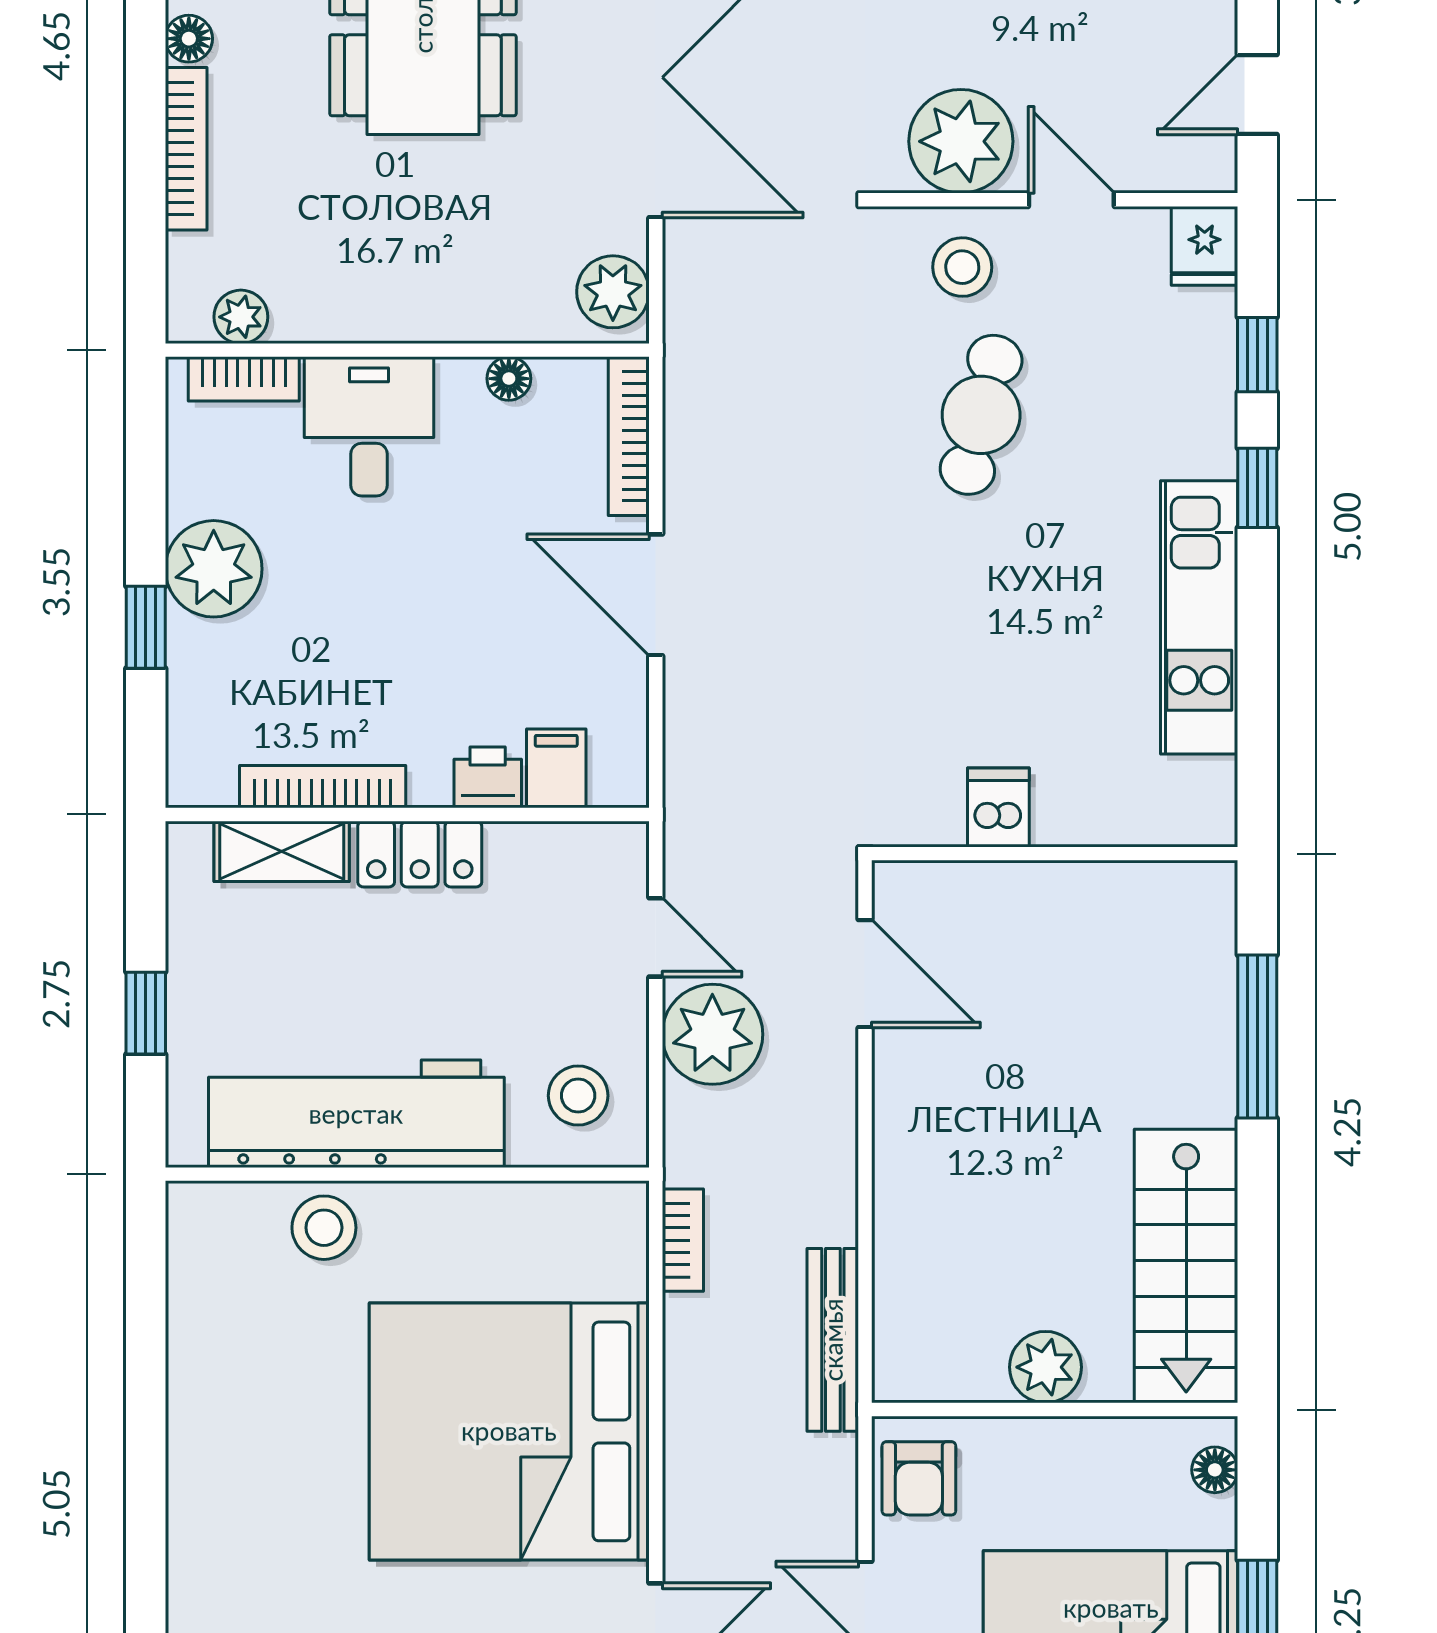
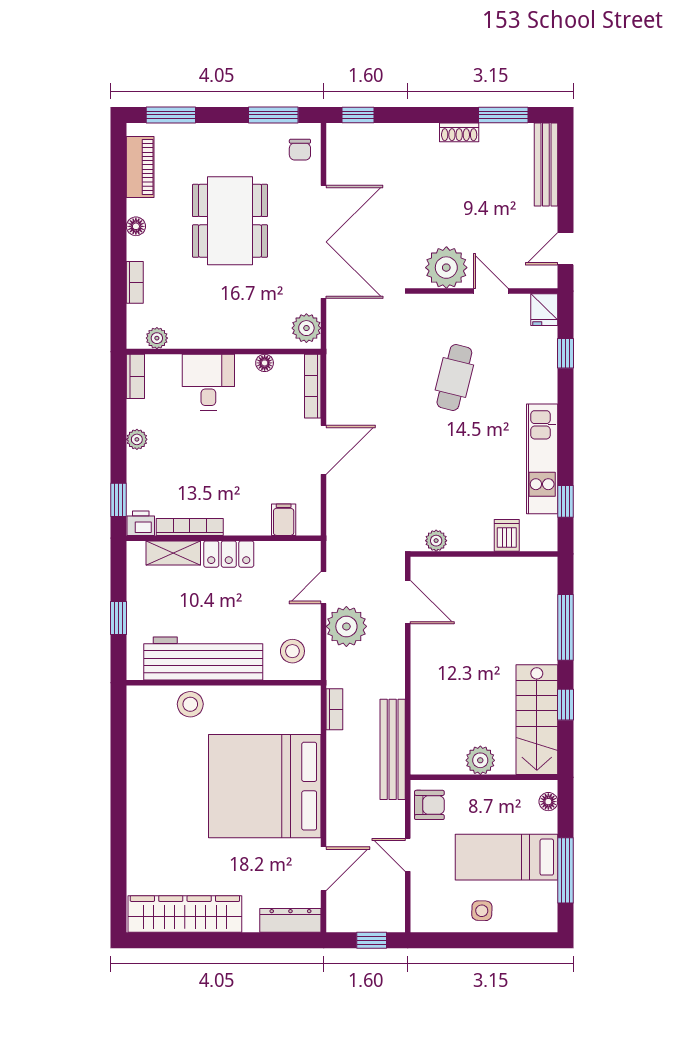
bookcase: (186, 149) -> (135, 282), width x0.64
stool: (962, 267) -> (447, 318), removed
bookcase: (244, 379) -> (135, 376), moved, turned -90
window: (1257, 488) -> (565, 501), moved
plant: (214, 569) -> (137, 439), width x0.53, depth x0.53
door: (656, 595) -> (324, 450), swing flipped
window: (146, 627) -> (119, 500), moved
printer: (488, 777) -> (141, 523), moved
dishwasher: (998, 808) -> (507, 535), moved
plant: (936, 821) -> (436, 541), added
door: (656, 937) -> (324, 588), swing flipped
window: (1257, 1229) -> (565, 705), added
bench: (833, 1340) -> (393, 749), width x1.37, depth x1.21
armchair: (919, 1478) -> (429, 805), turned -90

